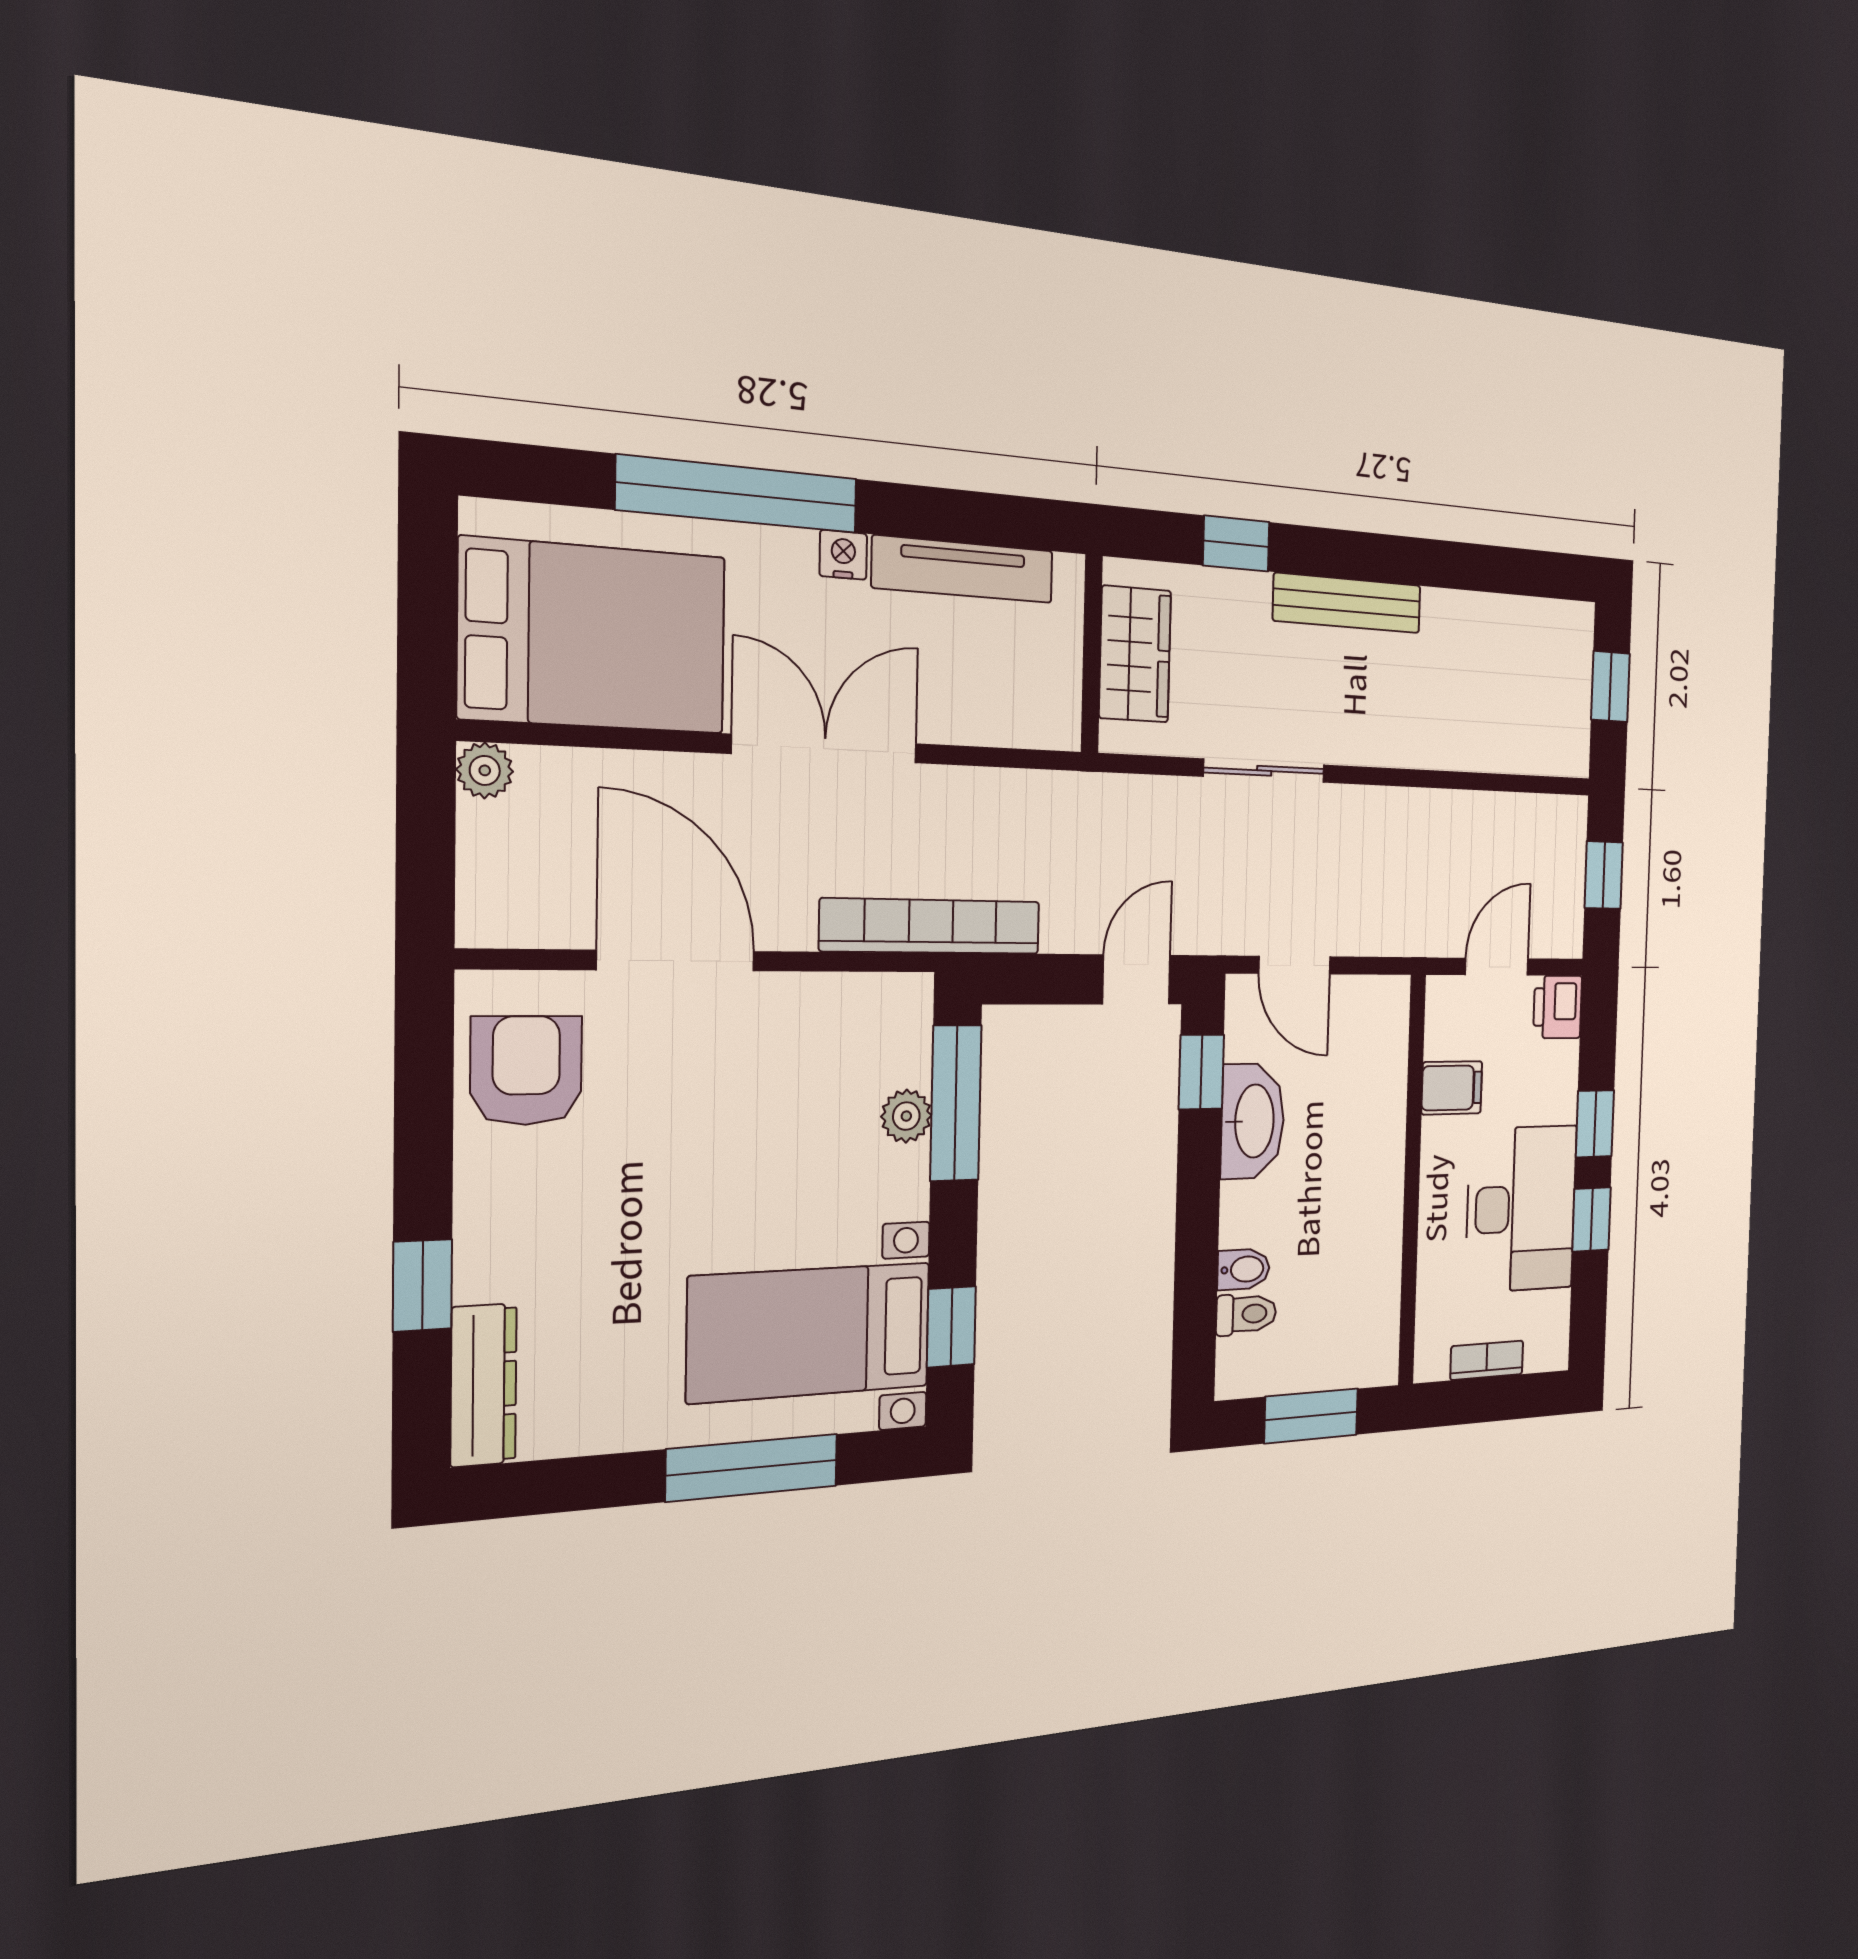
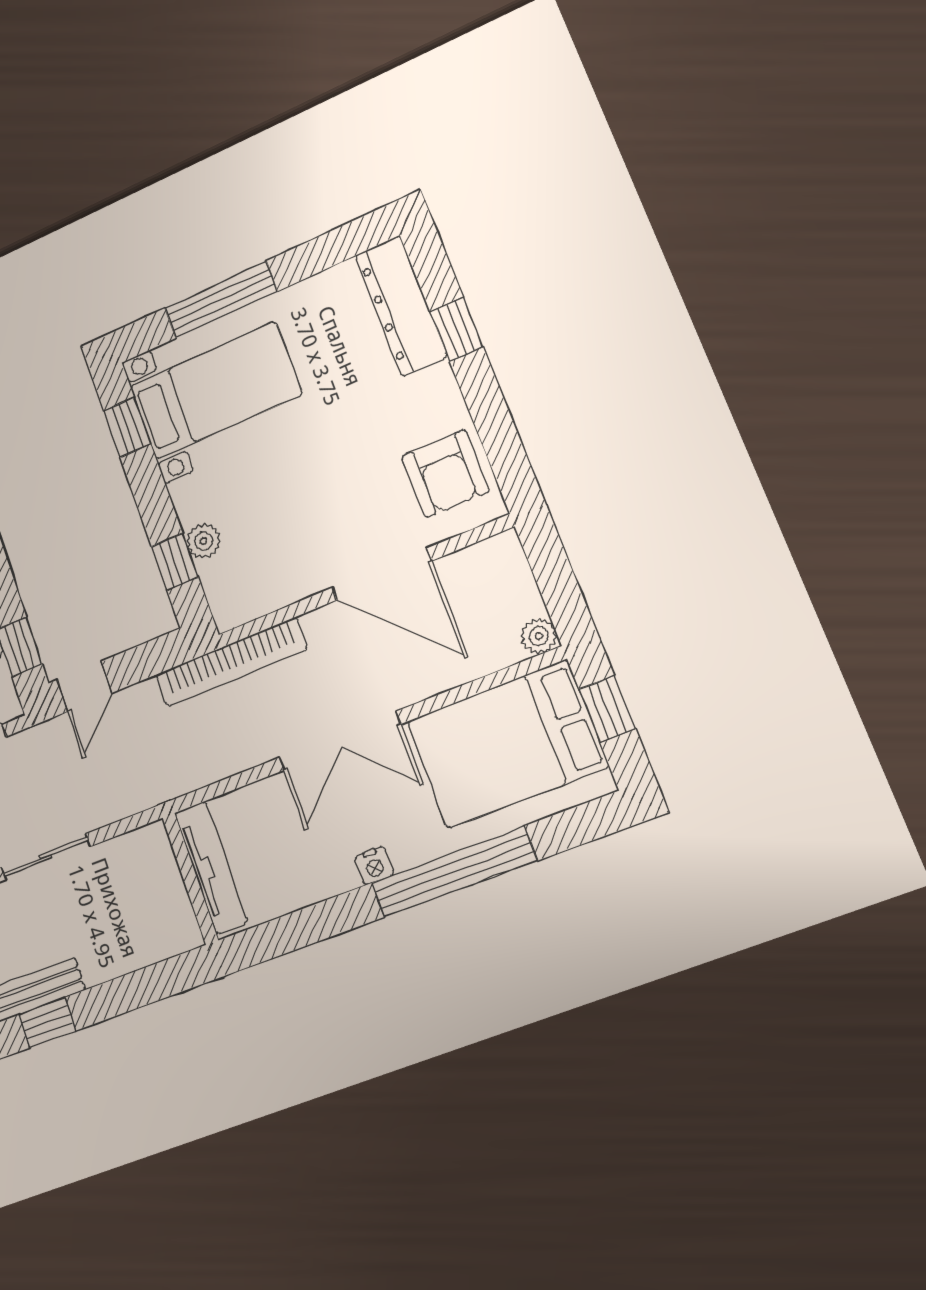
window: (1236, 544) -> (47, 1023), moved
tv unit: (963, 569) -> (211, 867), moved, turned 90
window: (427, 620) -> (607, 709), added
wardrobe: (1135, 654) -> (161, 892), removed
window: (956, 1103) -> (175, 562), width x0.46
dresser: (484, 1385) -> (401, 306), width x1.37, depth x1.24

